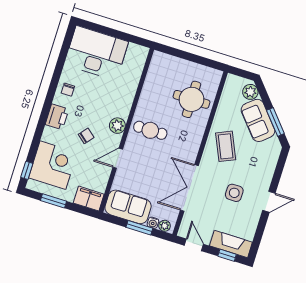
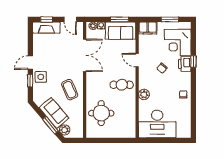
desk: (96, 53) -> (157, 124), moved
printer: (57, 117) -> (185, 64), moved
window: (275, 122) -> (50, 125), moved
plant: (117, 126) -> (144, 94), moved
door: (118, 158) -> (137, 60), swing flipped
window: (27, 170) -> (193, 61), moved
window: (277, 176) -> (30, 81), added
side table: (234, 193) -> (41, 77), moved
window: (139, 228) -> (119, 19), moved

